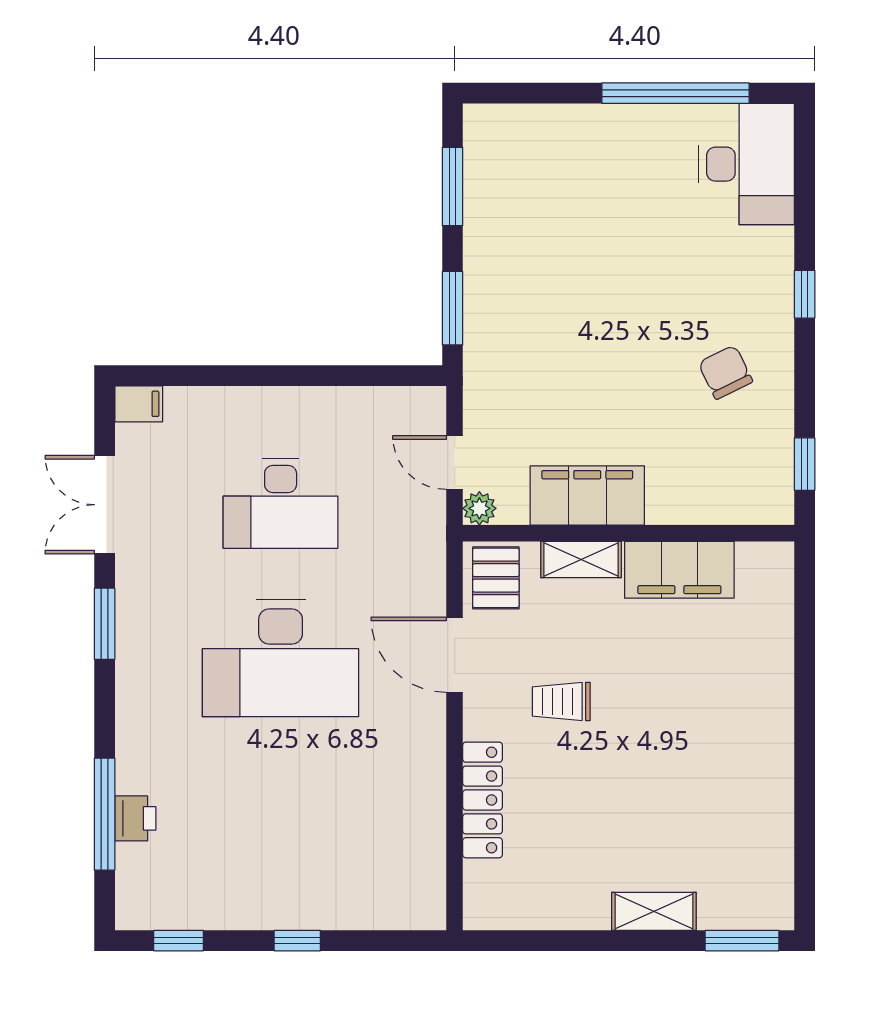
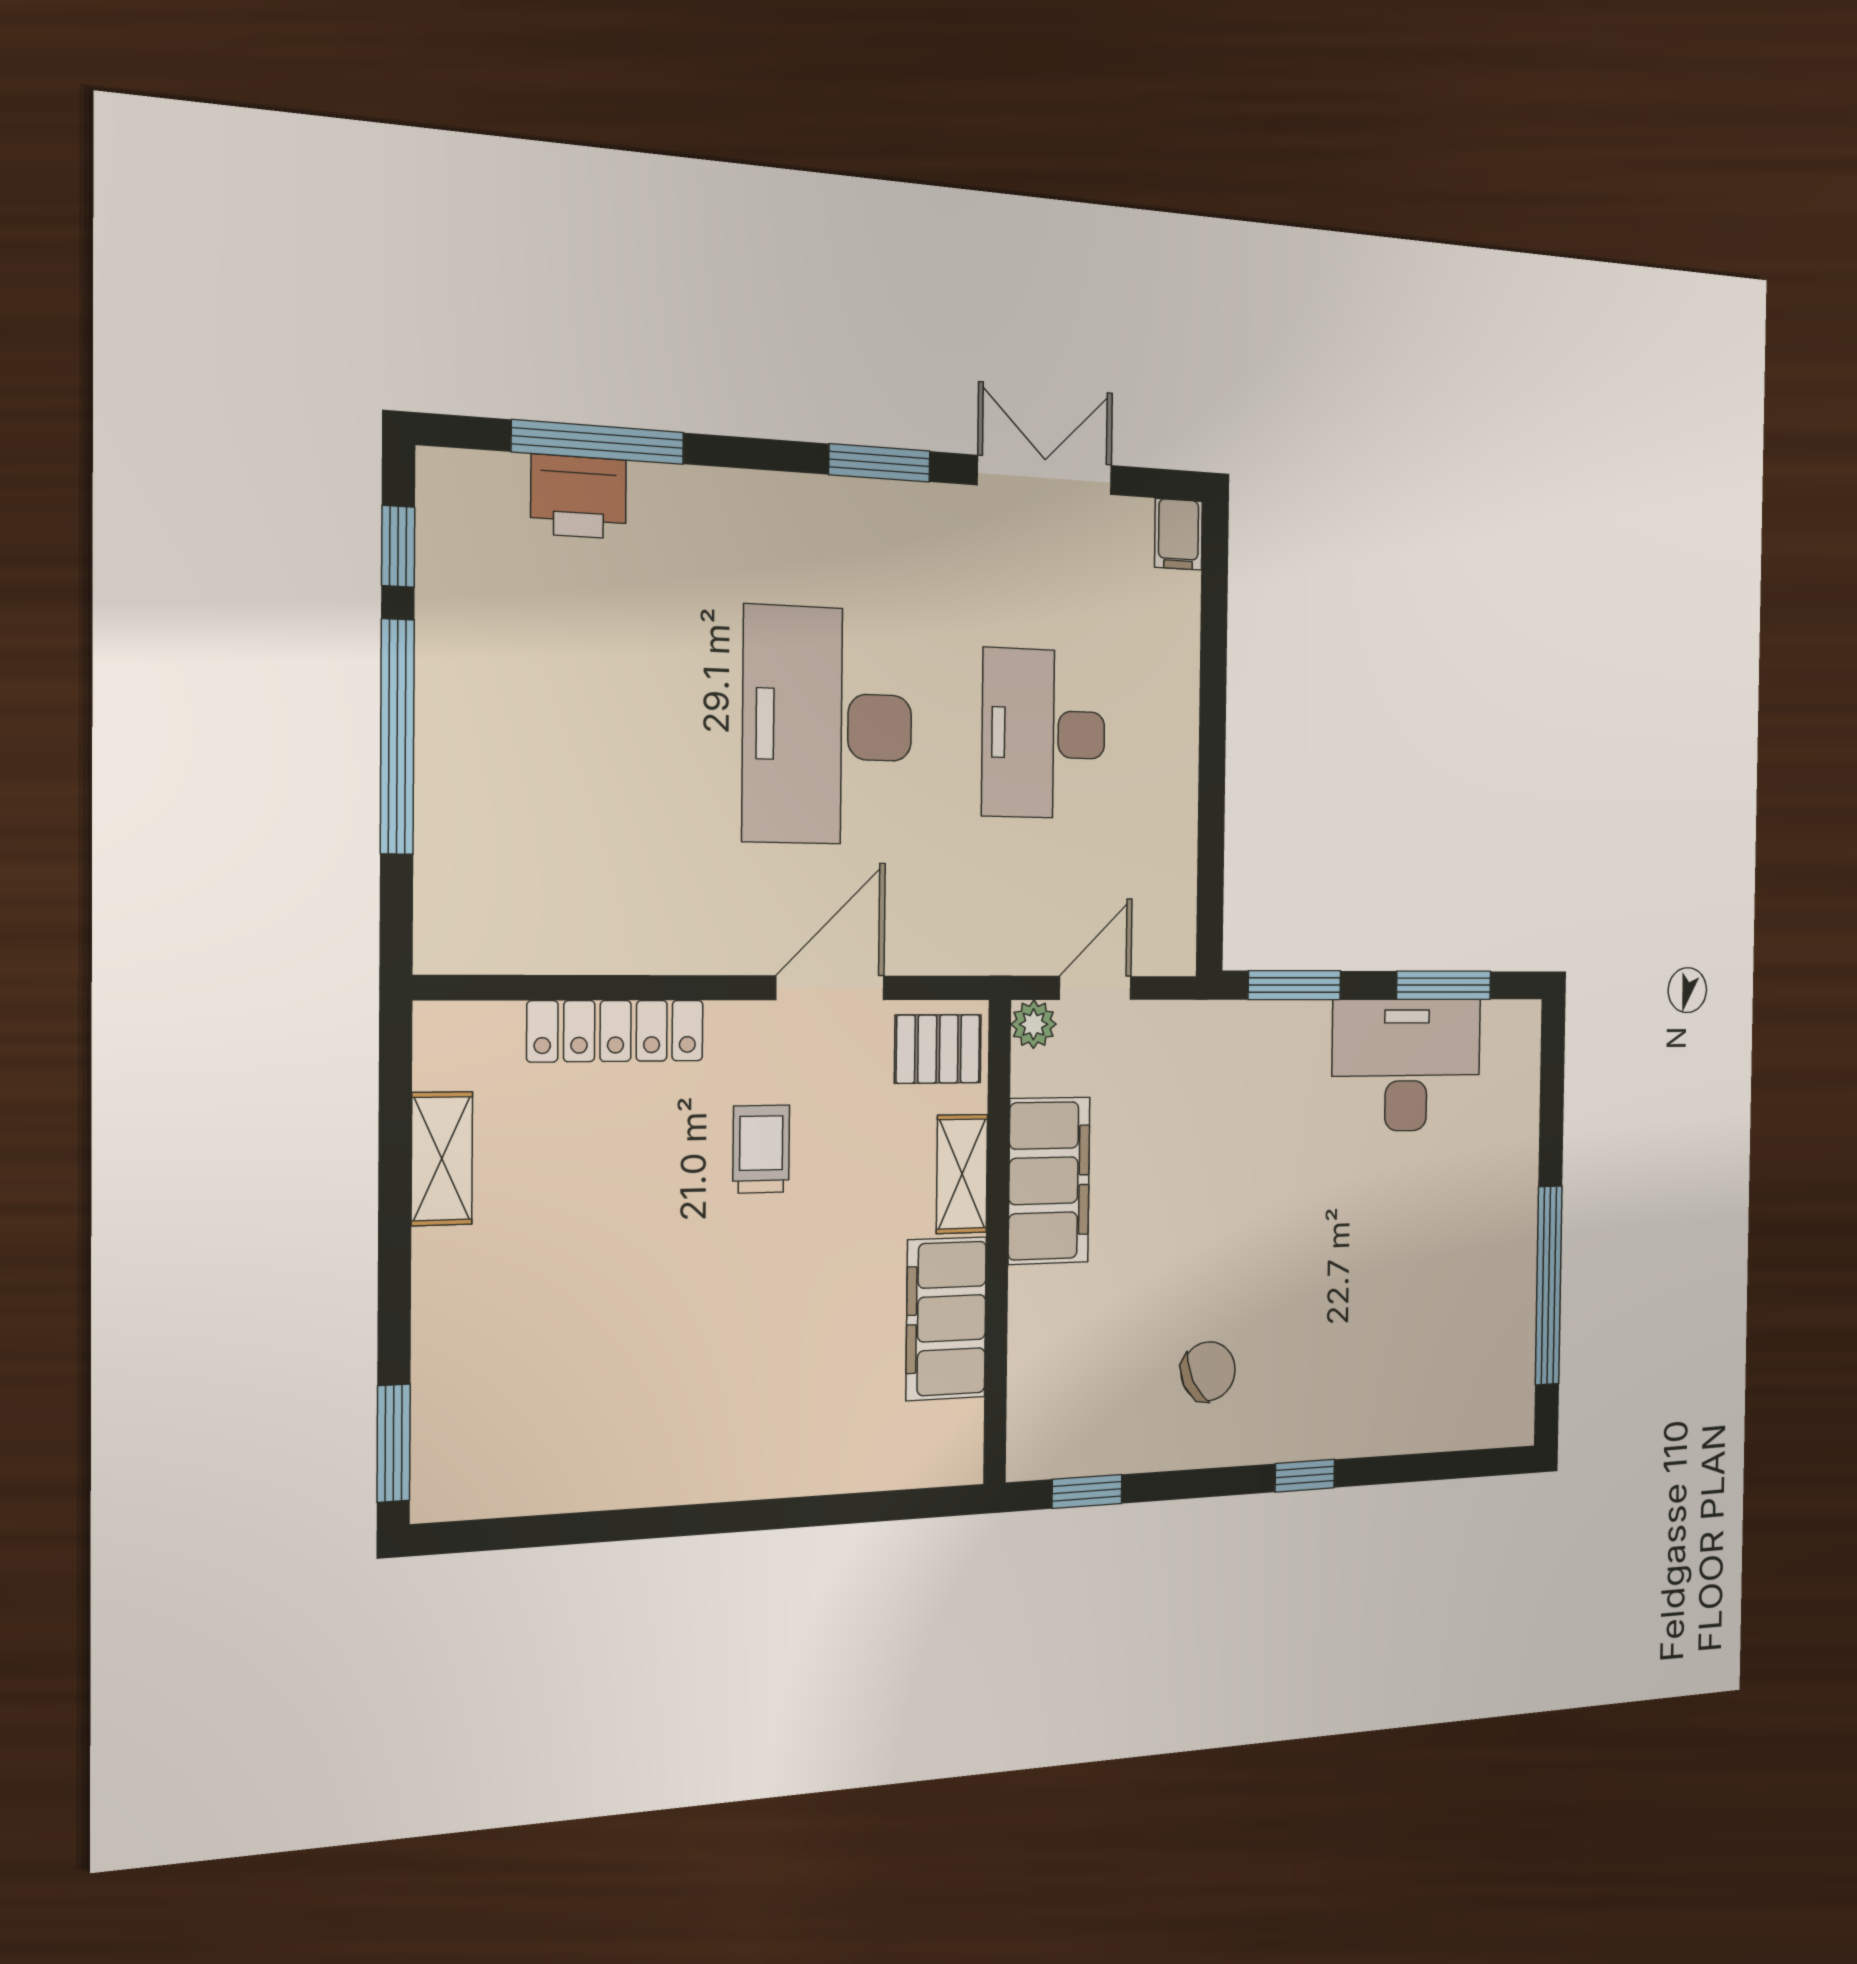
desk: (747, 164) -> (1406, 1065), moved, turned 180
printer: (135, 818) -> (579, 497), width x1.36, depth x1.24
shelving: (654, 911) -> (442, 1159), moved
window: (297, 941) -> (397, 737), width x3.17

